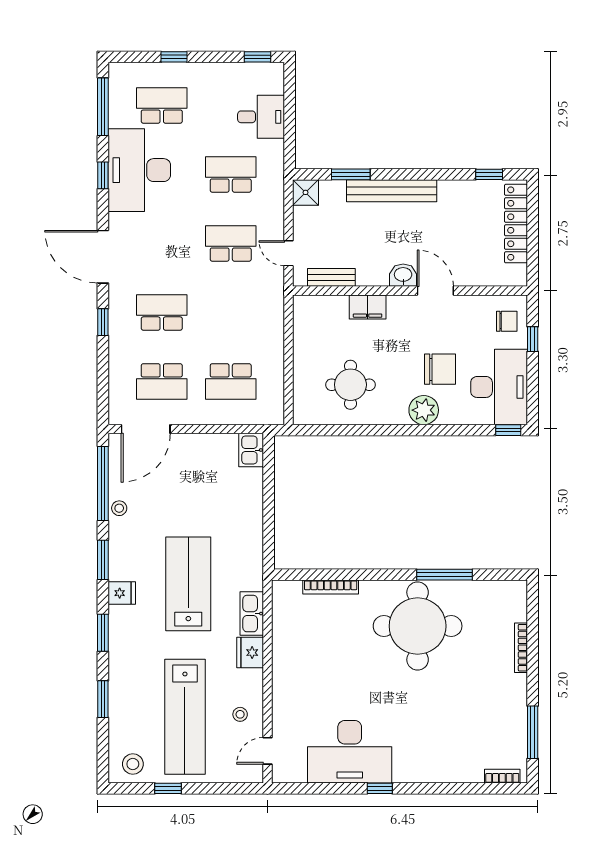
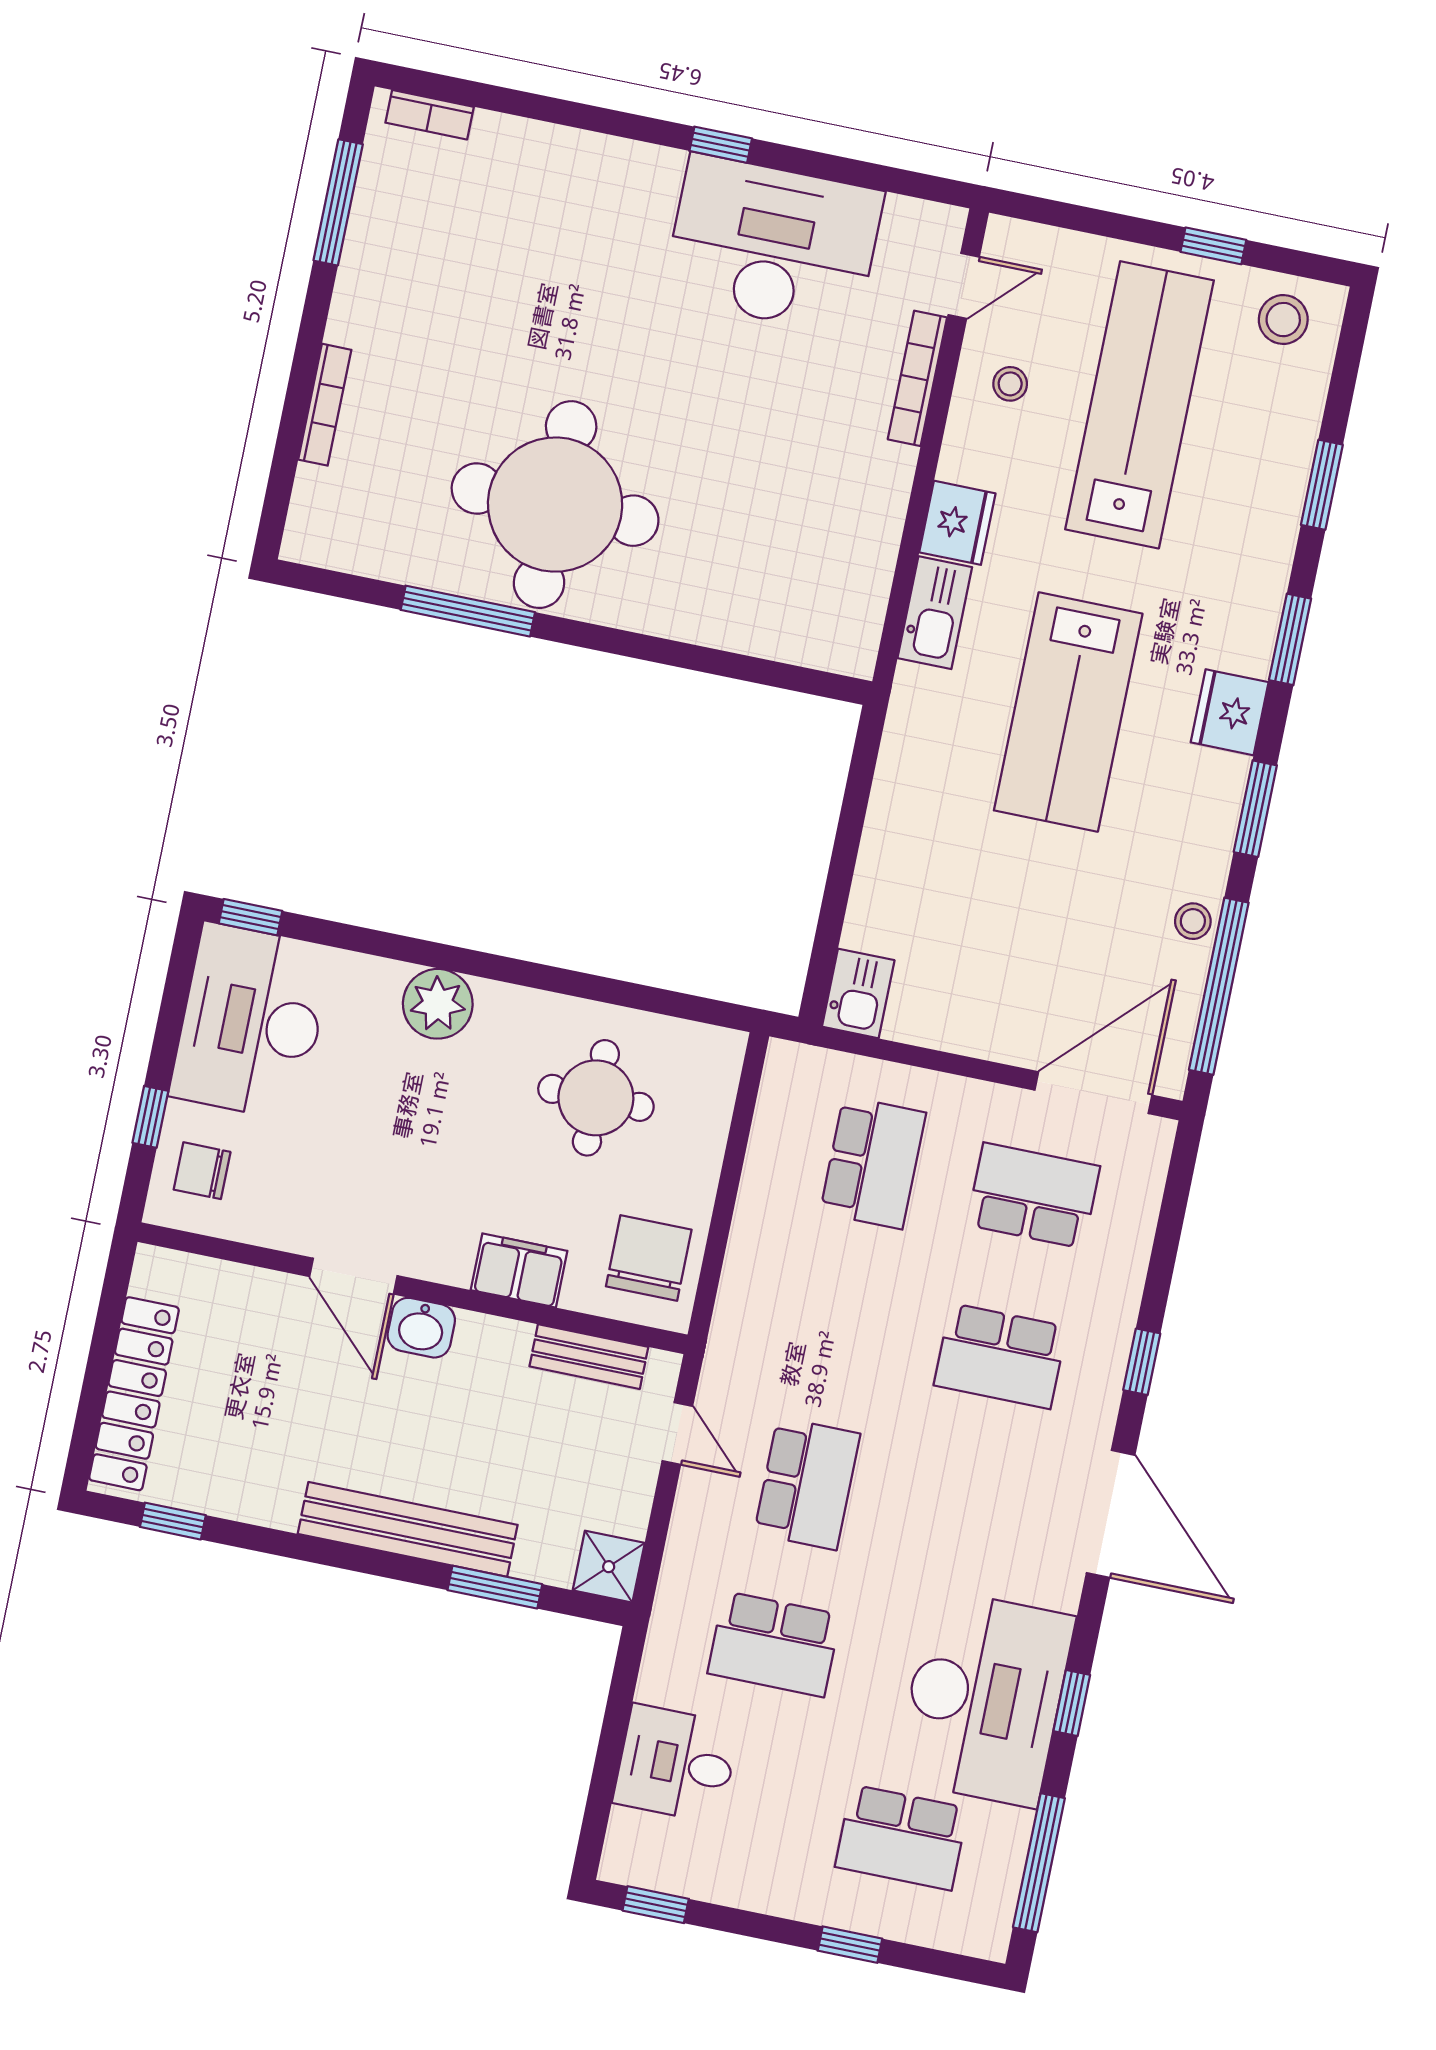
school desk: (231, 243) -> (807, 1484), turned -90
chair: (440, 369) -> (649, 1258), moved, turned 90
school desk: (231, 381) -> (873, 1163), turned 90
bookcase: (331, 587) -> (917, 378), moved, turned -90
fridge: (122, 593) -> (1230, 712), width x1.38

